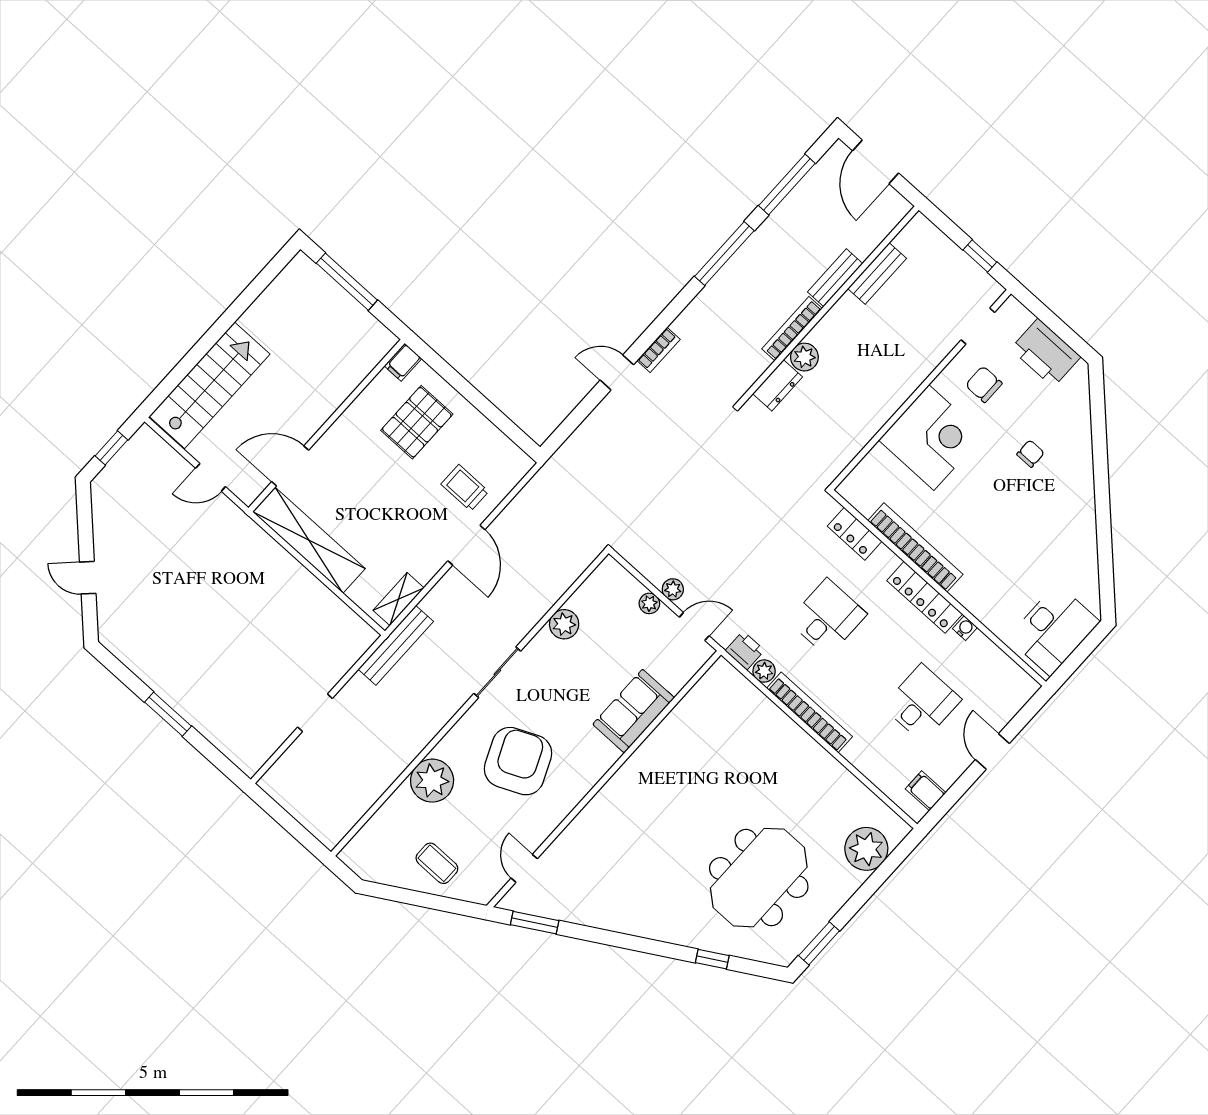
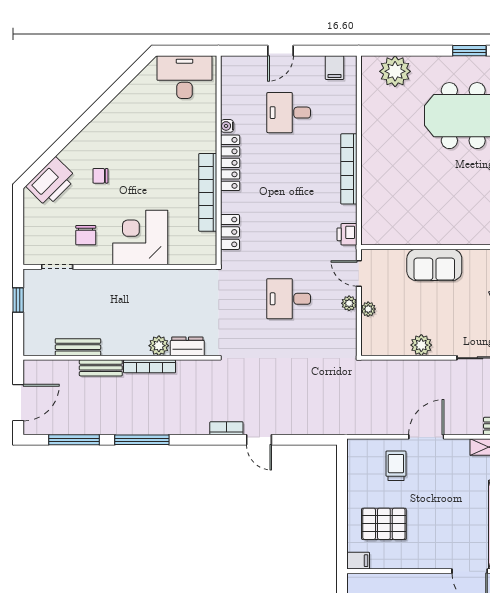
printer: (1046, 353) -> (51, 182), moved, turned 45
trolley: (465, 488) -> (396, 466), turned 180
desk: (827, 617) -> (289, 299), moved
plant: (764, 671) -> (349, 214), removed

